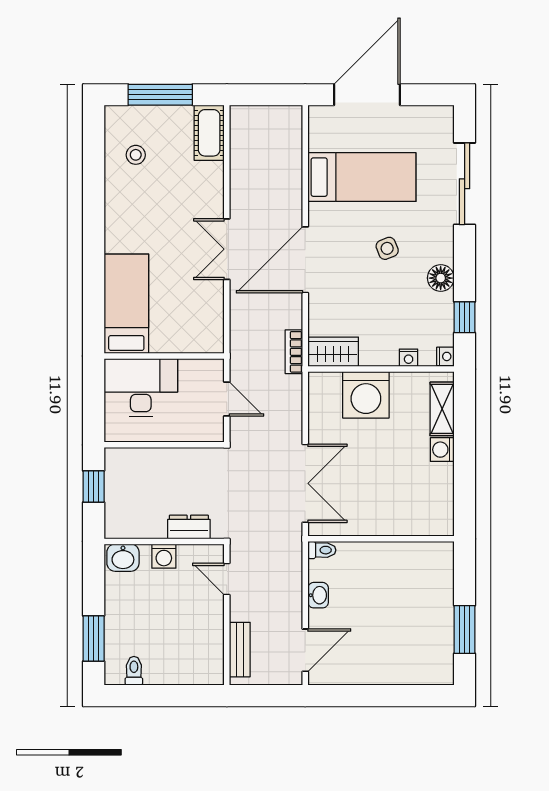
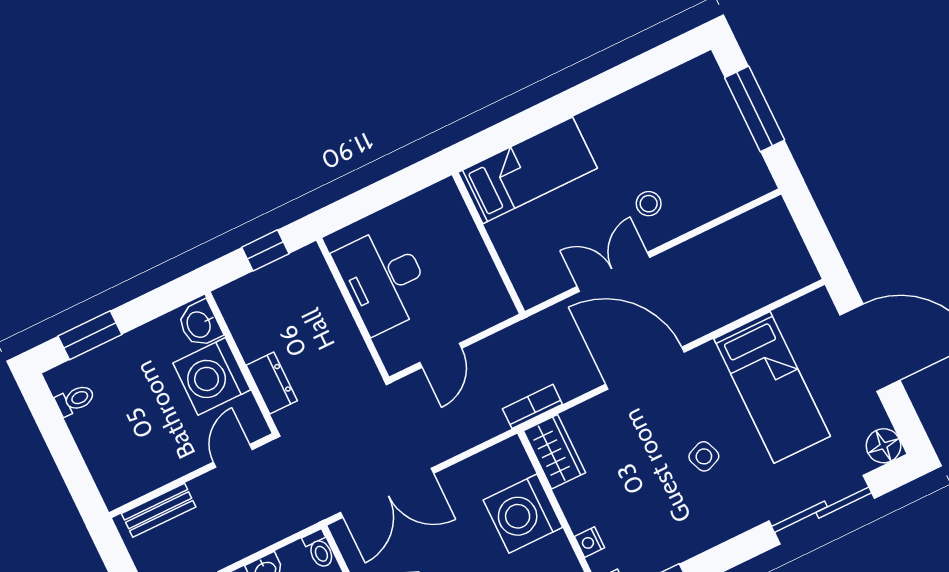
cot: (209, 133) -> (738, 187), removed
stool: (136, 155) -> (649, 204), moved
floor lamp: (441, 278) -> (884, 446), moved
bed: (126, 304) -> (528, 170), moved
wall: (164, 356) -> (488, 243), moved
desk: (141, 387) -> (384, 280), moved, turned 180
washing machine: (164, 556) -> (212, 376), width x1.89, depth x1.89

